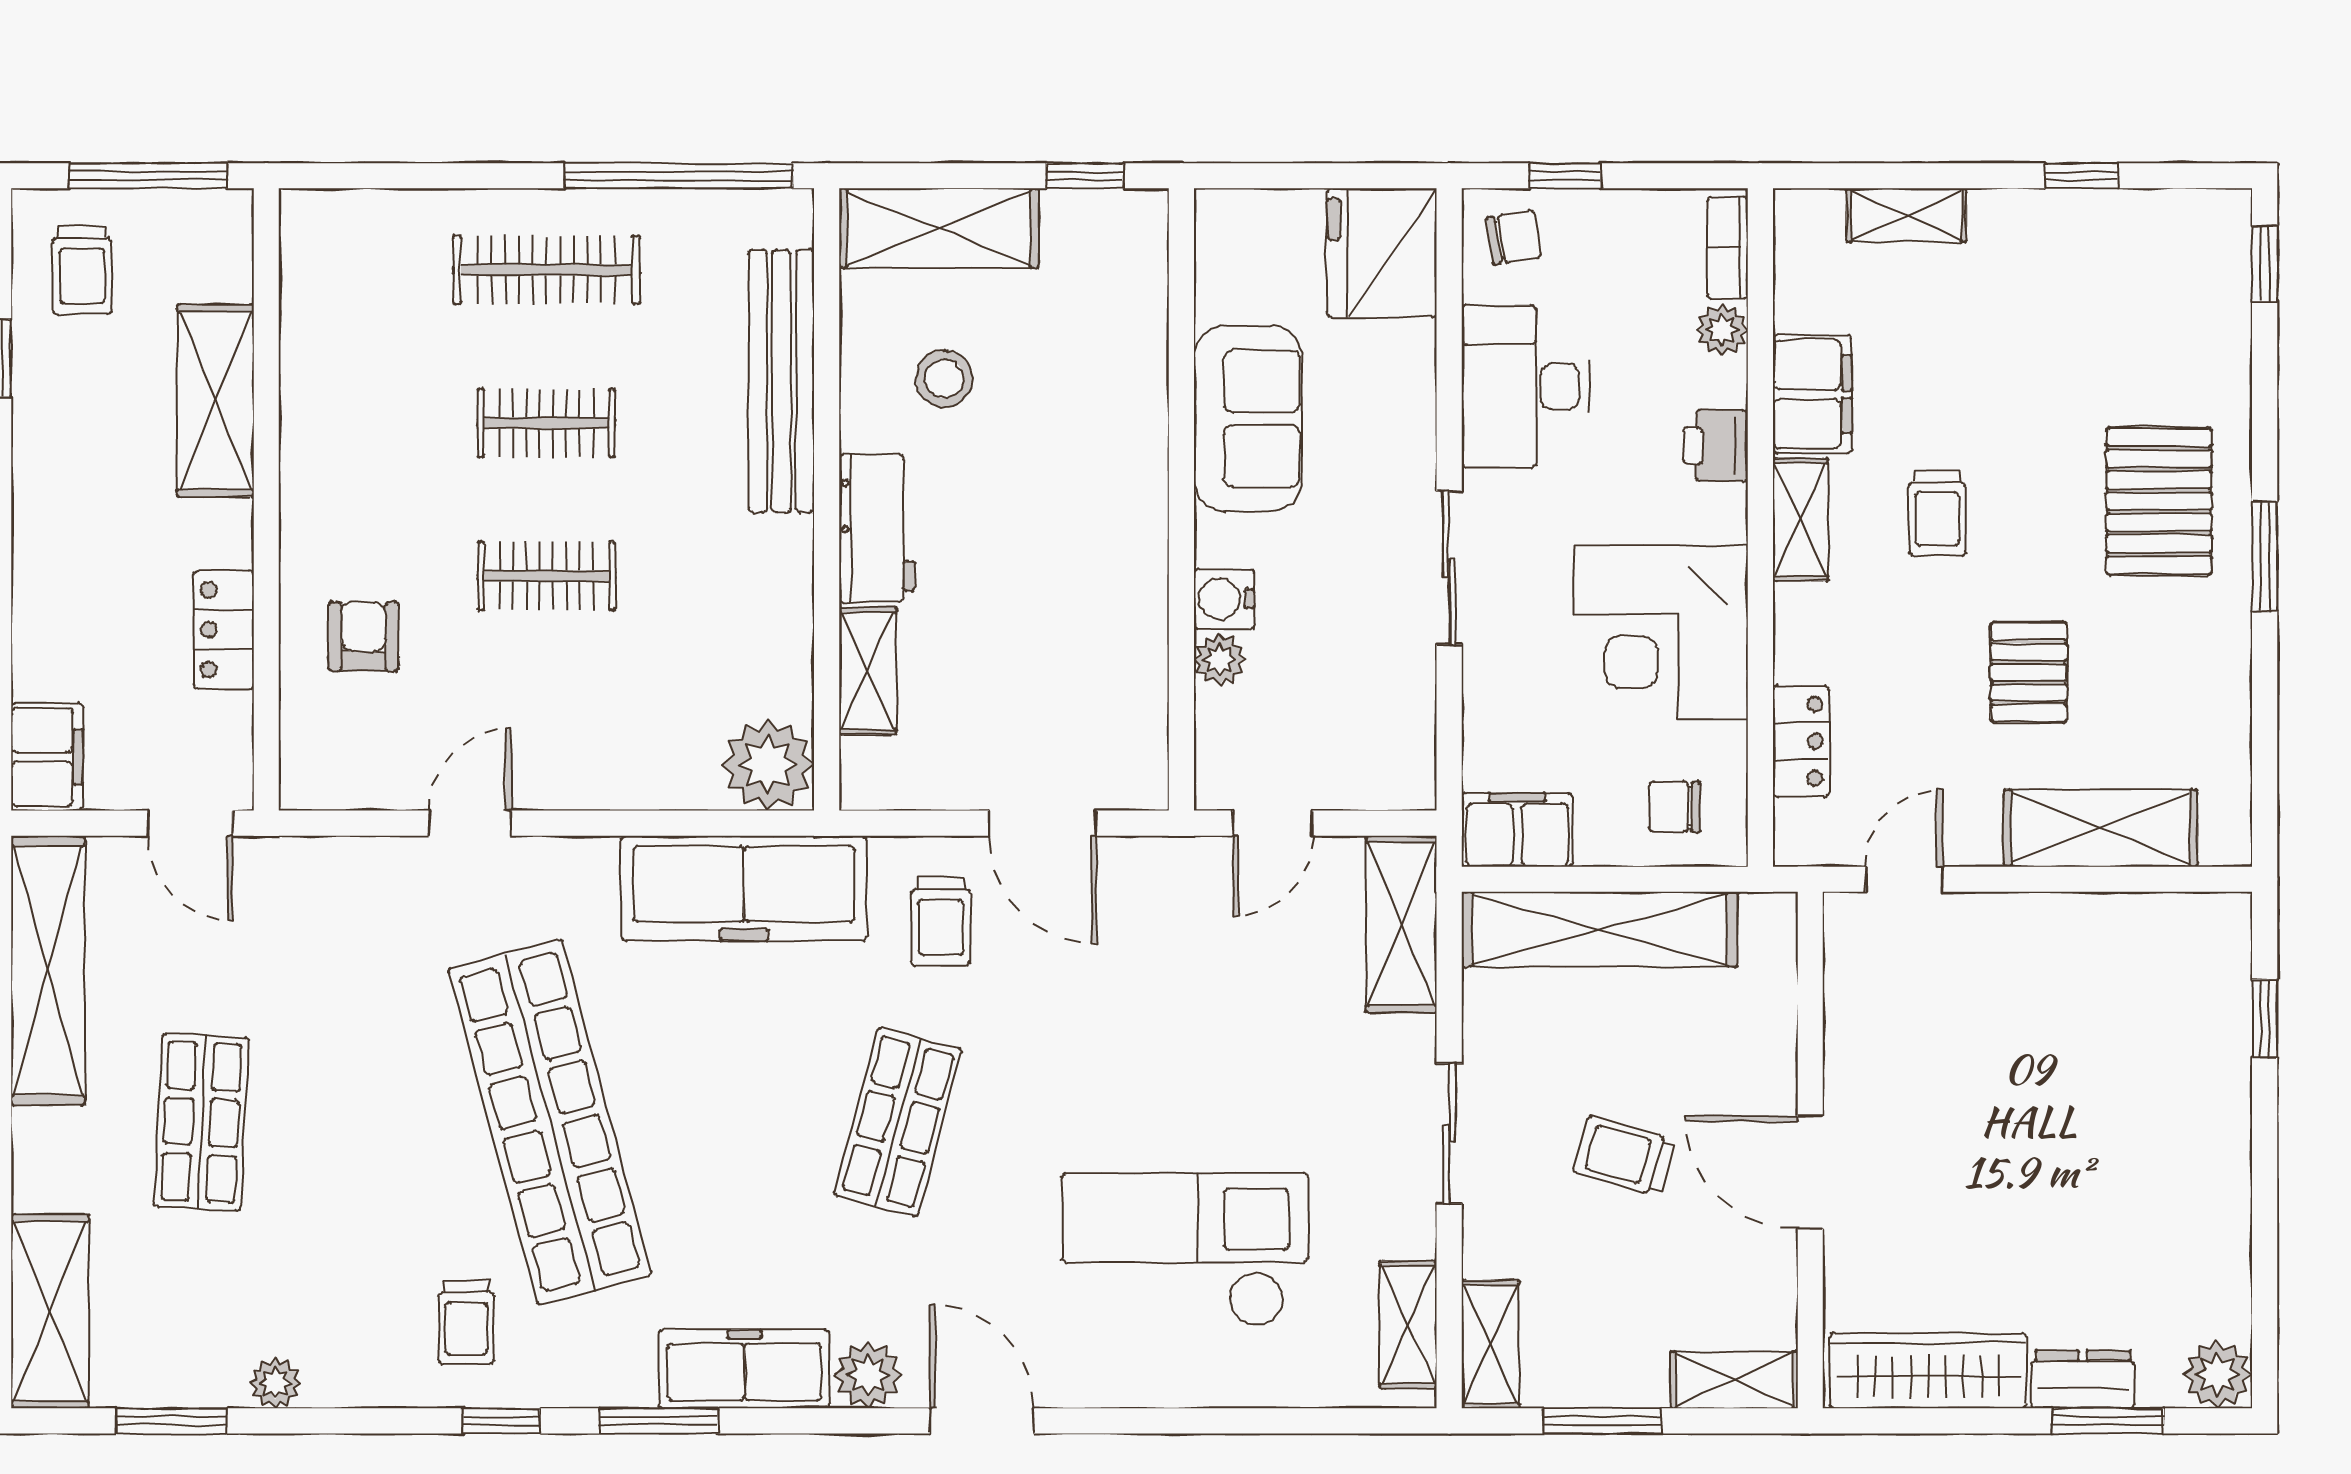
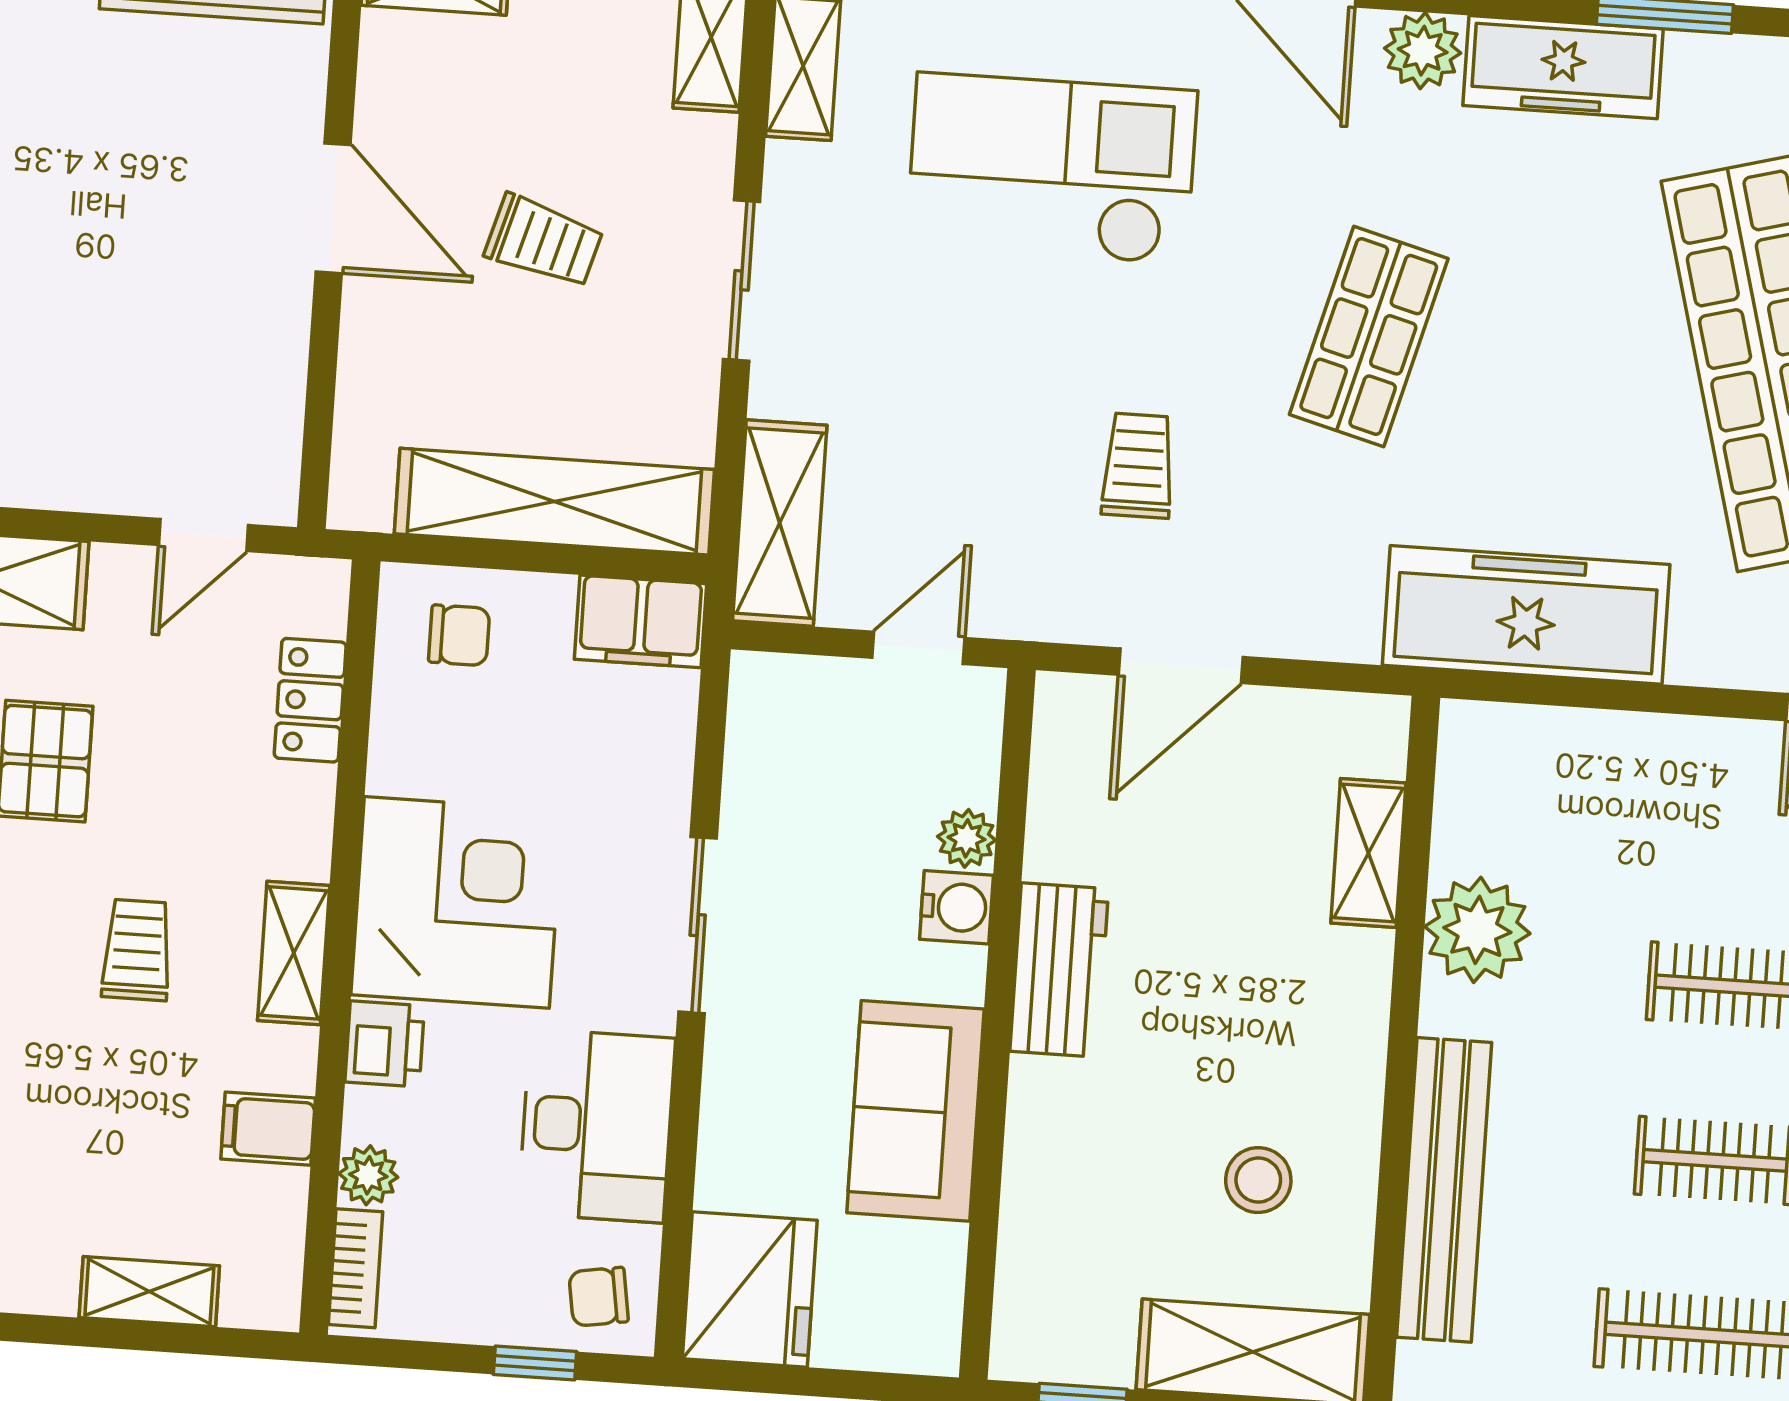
filing cabinet: (1812, 394) -> (268, 1129), width x0.50
workbench: (877, 528) -> (1059, 970), moved, turned 180
corner desk: (1661, 632) -> (457, 902), moved
plant: (768, 764) -> (1477, 930), moved
door: (1043, 823) -> (1181, 666), swing flipped
trolley: (941, 921) -> (1138, 466), moved
checkout: (1185, 1250) -> (1052, 169), turned 180

